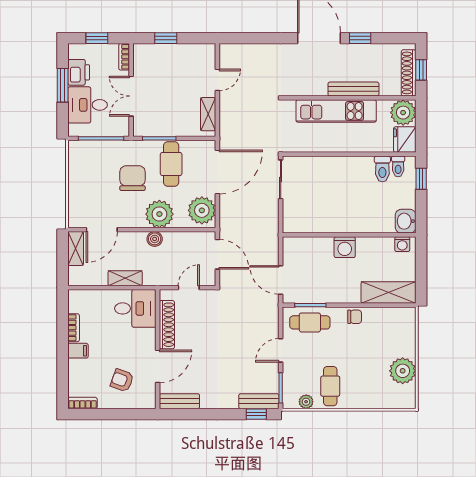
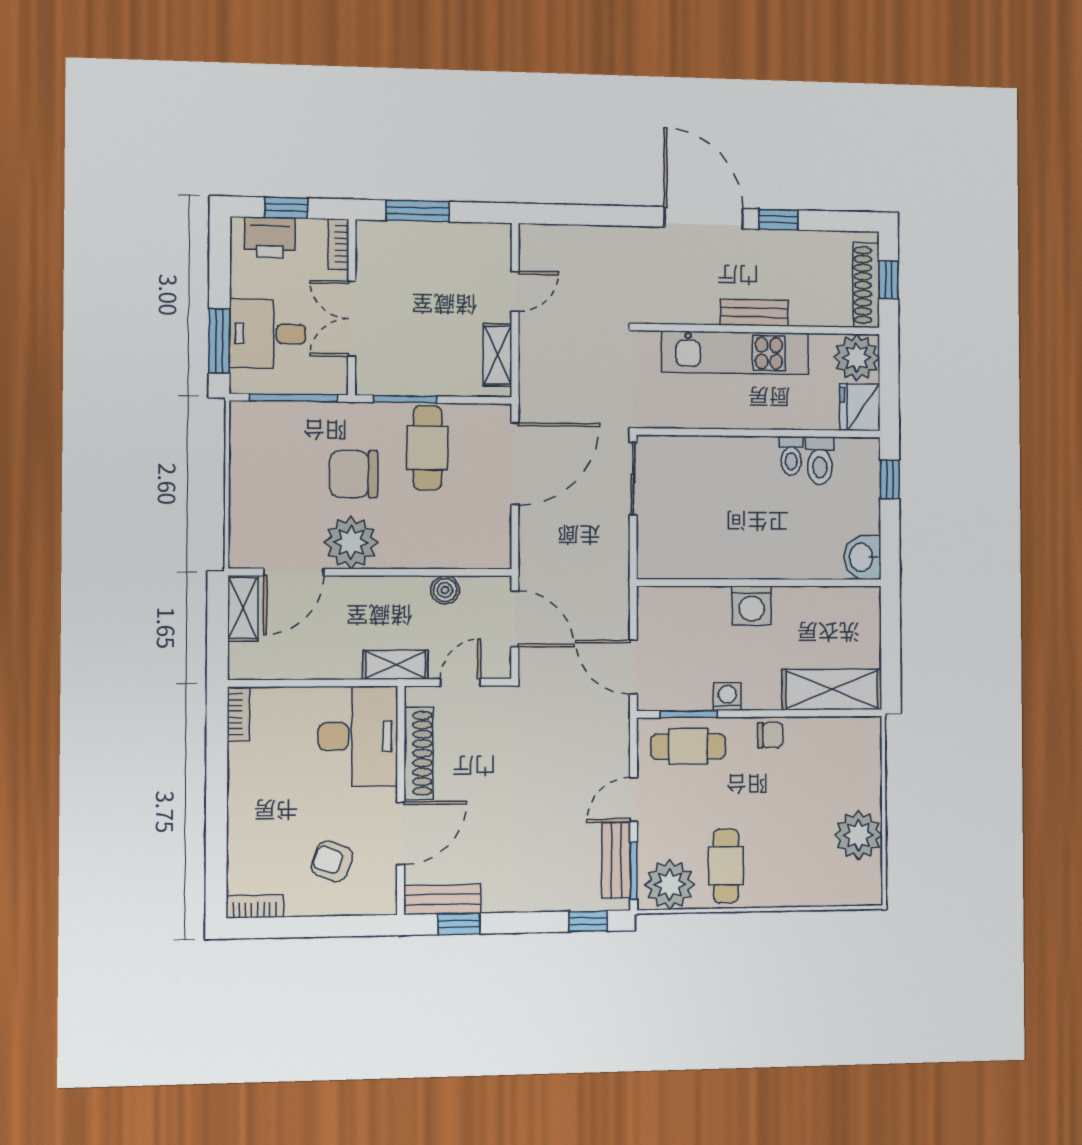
window: (166, 38) -> (418, 211), width x1.50
printer: (79, 72) -> (270, 238), moved, turned 90
window: (63, 85) -> (219, 341), moved
bench: (353, 89) -> (754, 313), width x0.73
toilet: (398, 166) -> (791, 456), moved
chair: (133, 178) -> (354, 474), turned -90
plant: (202, 210) -> (486, 536), removed
plant: (159, 214) -> (351, 542), moved
boiler: (155, 239) -> (445, 590), moved
washing machine: (402, 244) -> (727, 697), moved, turned 180
shelving: (125, 278) -> (395, 665), moved
desk: (135, 308) -> (358, 736), width x1.37
bookcase: (74, 328) -> (238, 714), moved
filing cabinet: (78, 351) -> (246, 805), removed
bench: (259, 401) -> (616, 860), moved, turned 90
plant: (306, 402) -> (670, 884), width x1.87, depth x1.87
window: (188, 414) -> (459, 924), added

